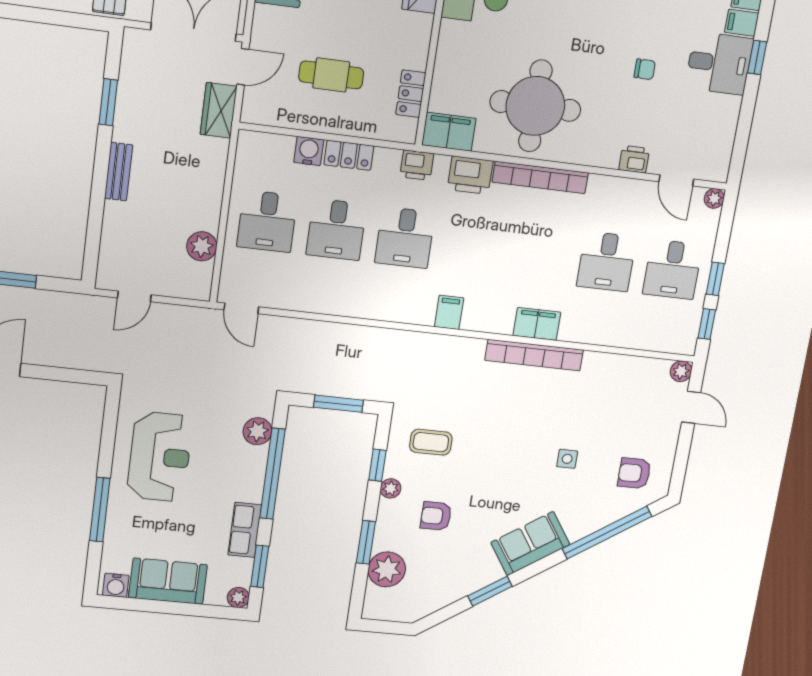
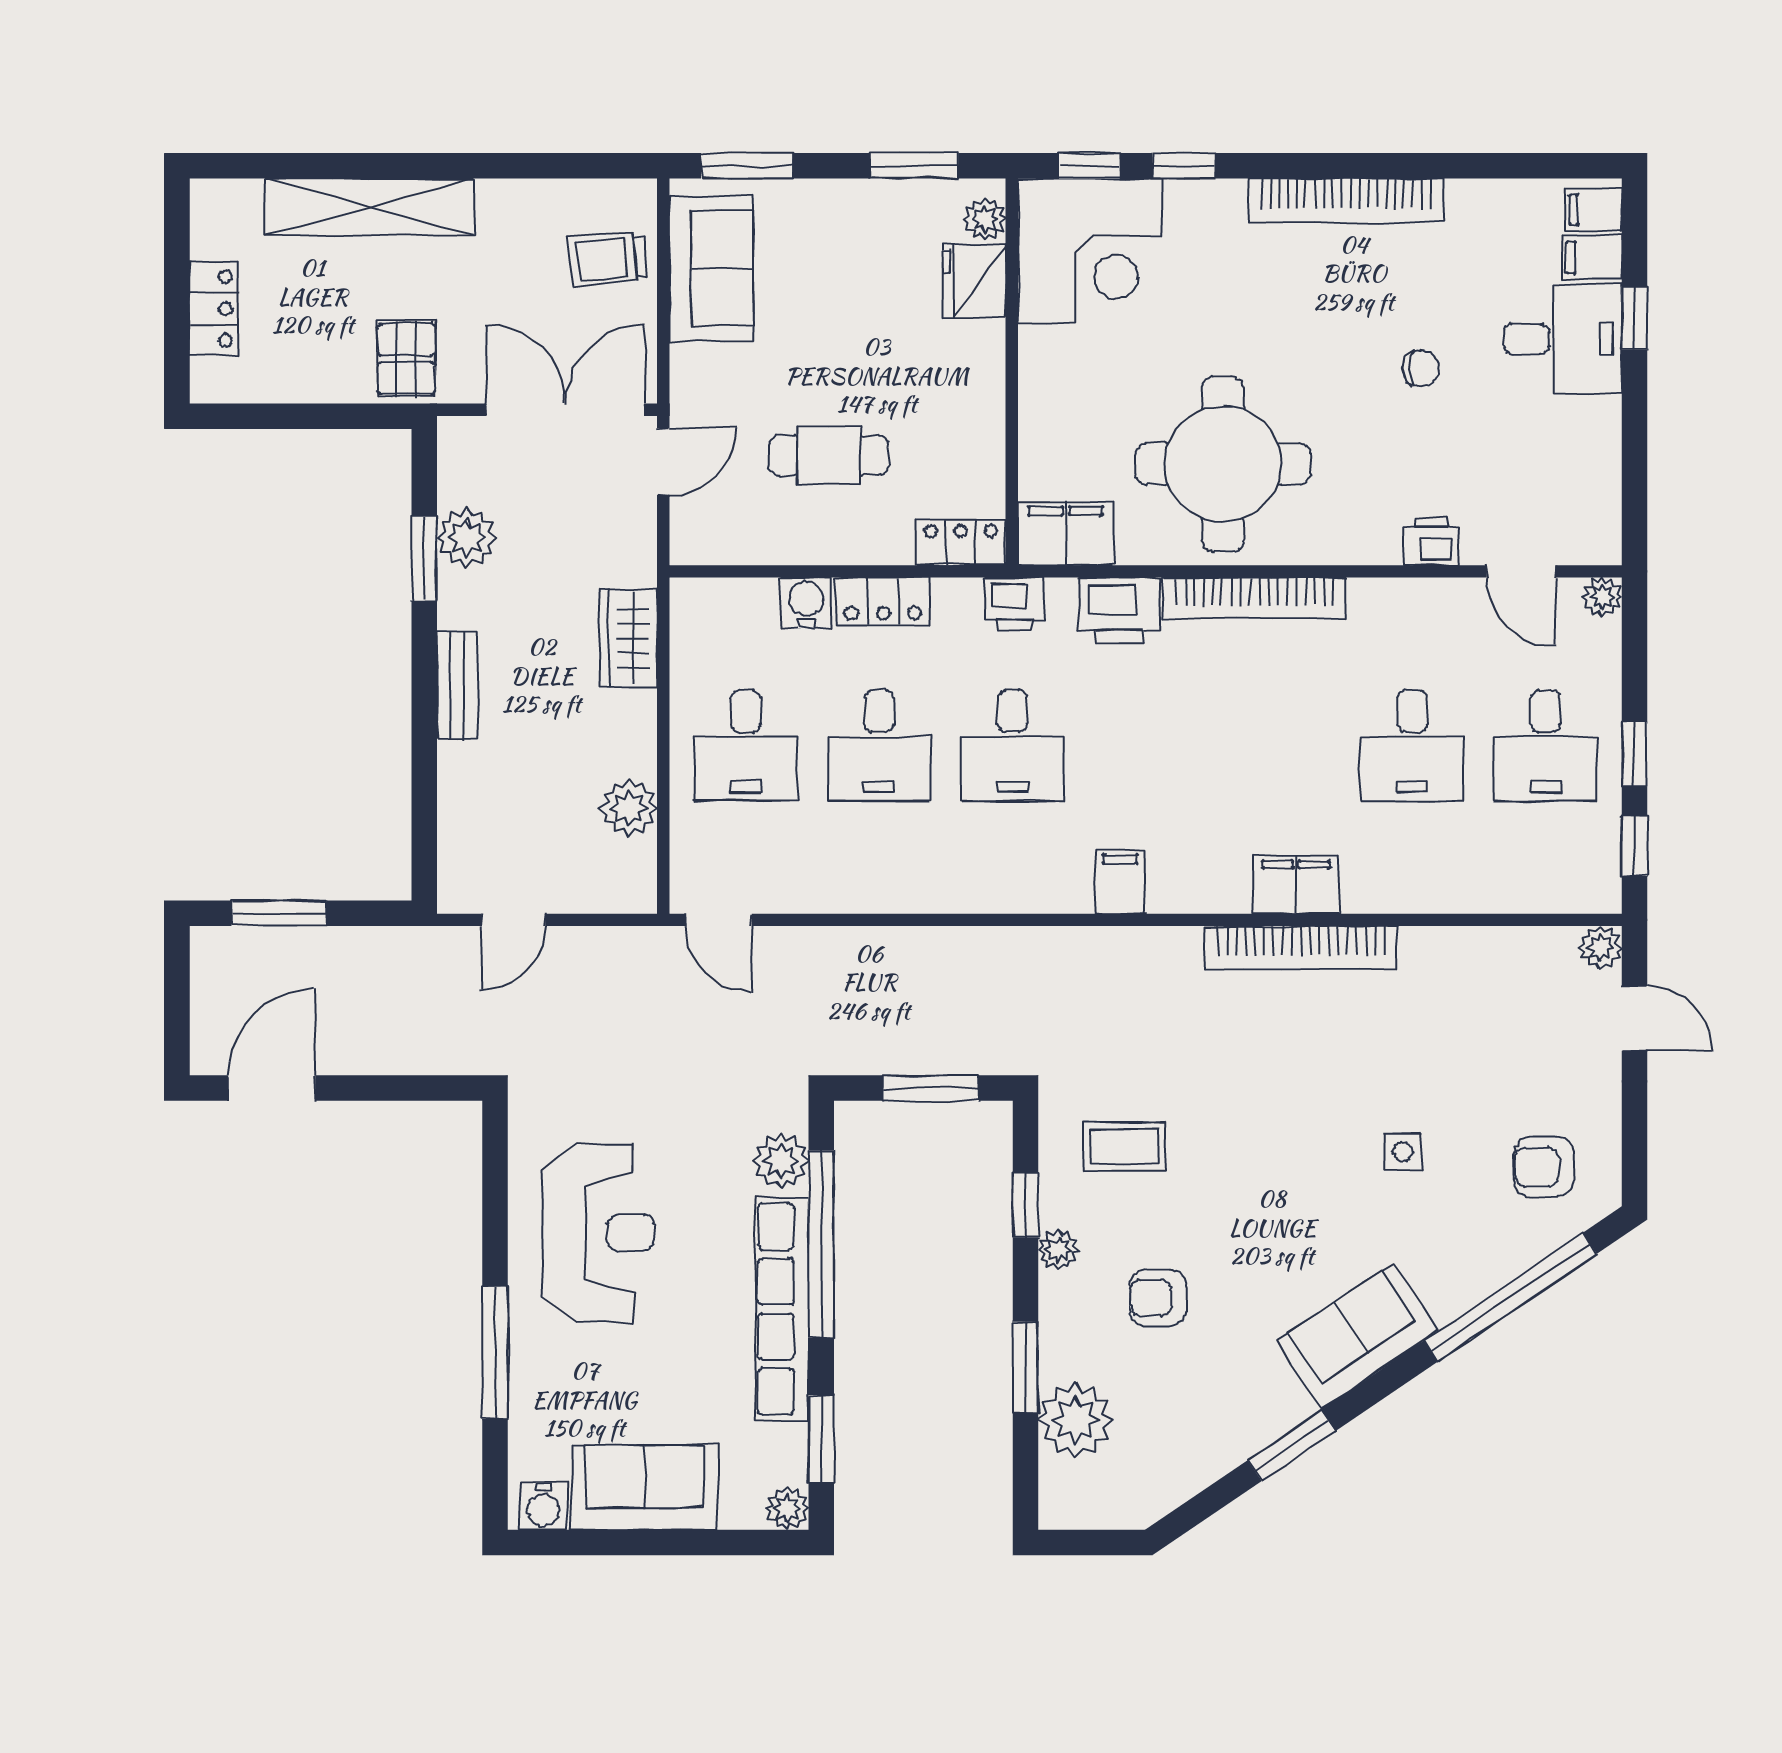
plant: (132, 94) -> (467, 538), added
locker: (411, 94) -> (961, 542), moved, turned 90
wardrobe: (219, 110) -> (629, 639), moved
row of seats: (245, 530) -> (782, 1309), width x2.02

